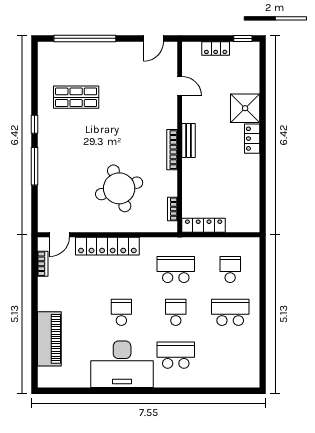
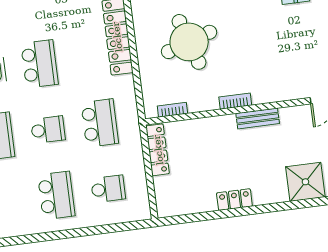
locker: (252, 139) -> (234, 200), moved
bookcase: (172, 150) -> (235, 101), width x0.64
school desk: (121, 312) -> (39, 64), width x1.85

